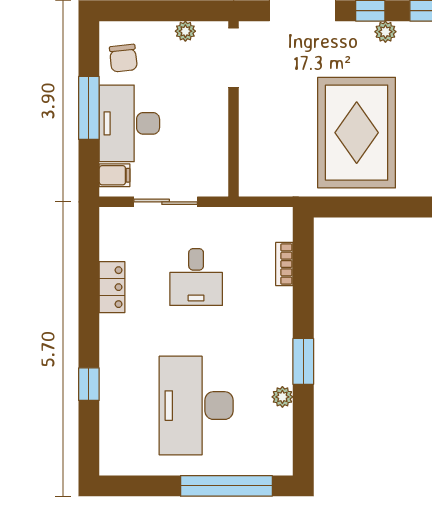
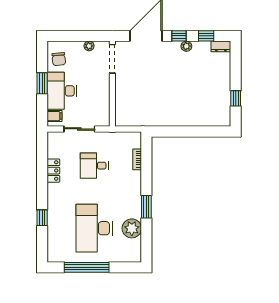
window: (89, 108) -> (42, 83), width x0.69
rug: (357, 133) -> (172, 95), removed
desk: (196, 277) -> (94, 166), turned 90
plant: (282, 397) -> (132, 228), width x1.87, depth x1.87
window: (226, 486) -> (87, 267), moved

